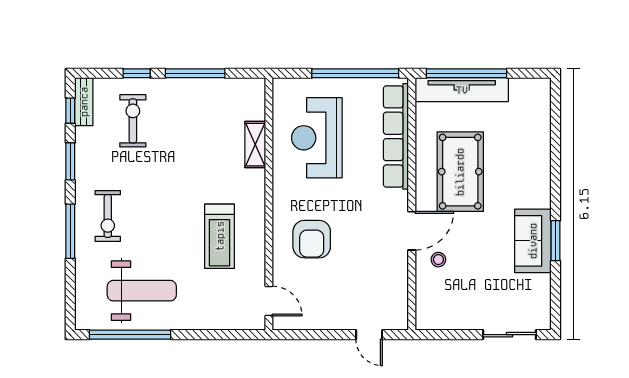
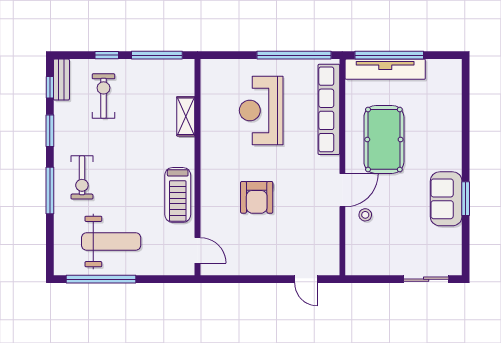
shelving: (255, 145) -> (186, 116), moved
wall: (269, 204) -> (197, 167), moved
door: (269, 301) -> (197, 250), moved

